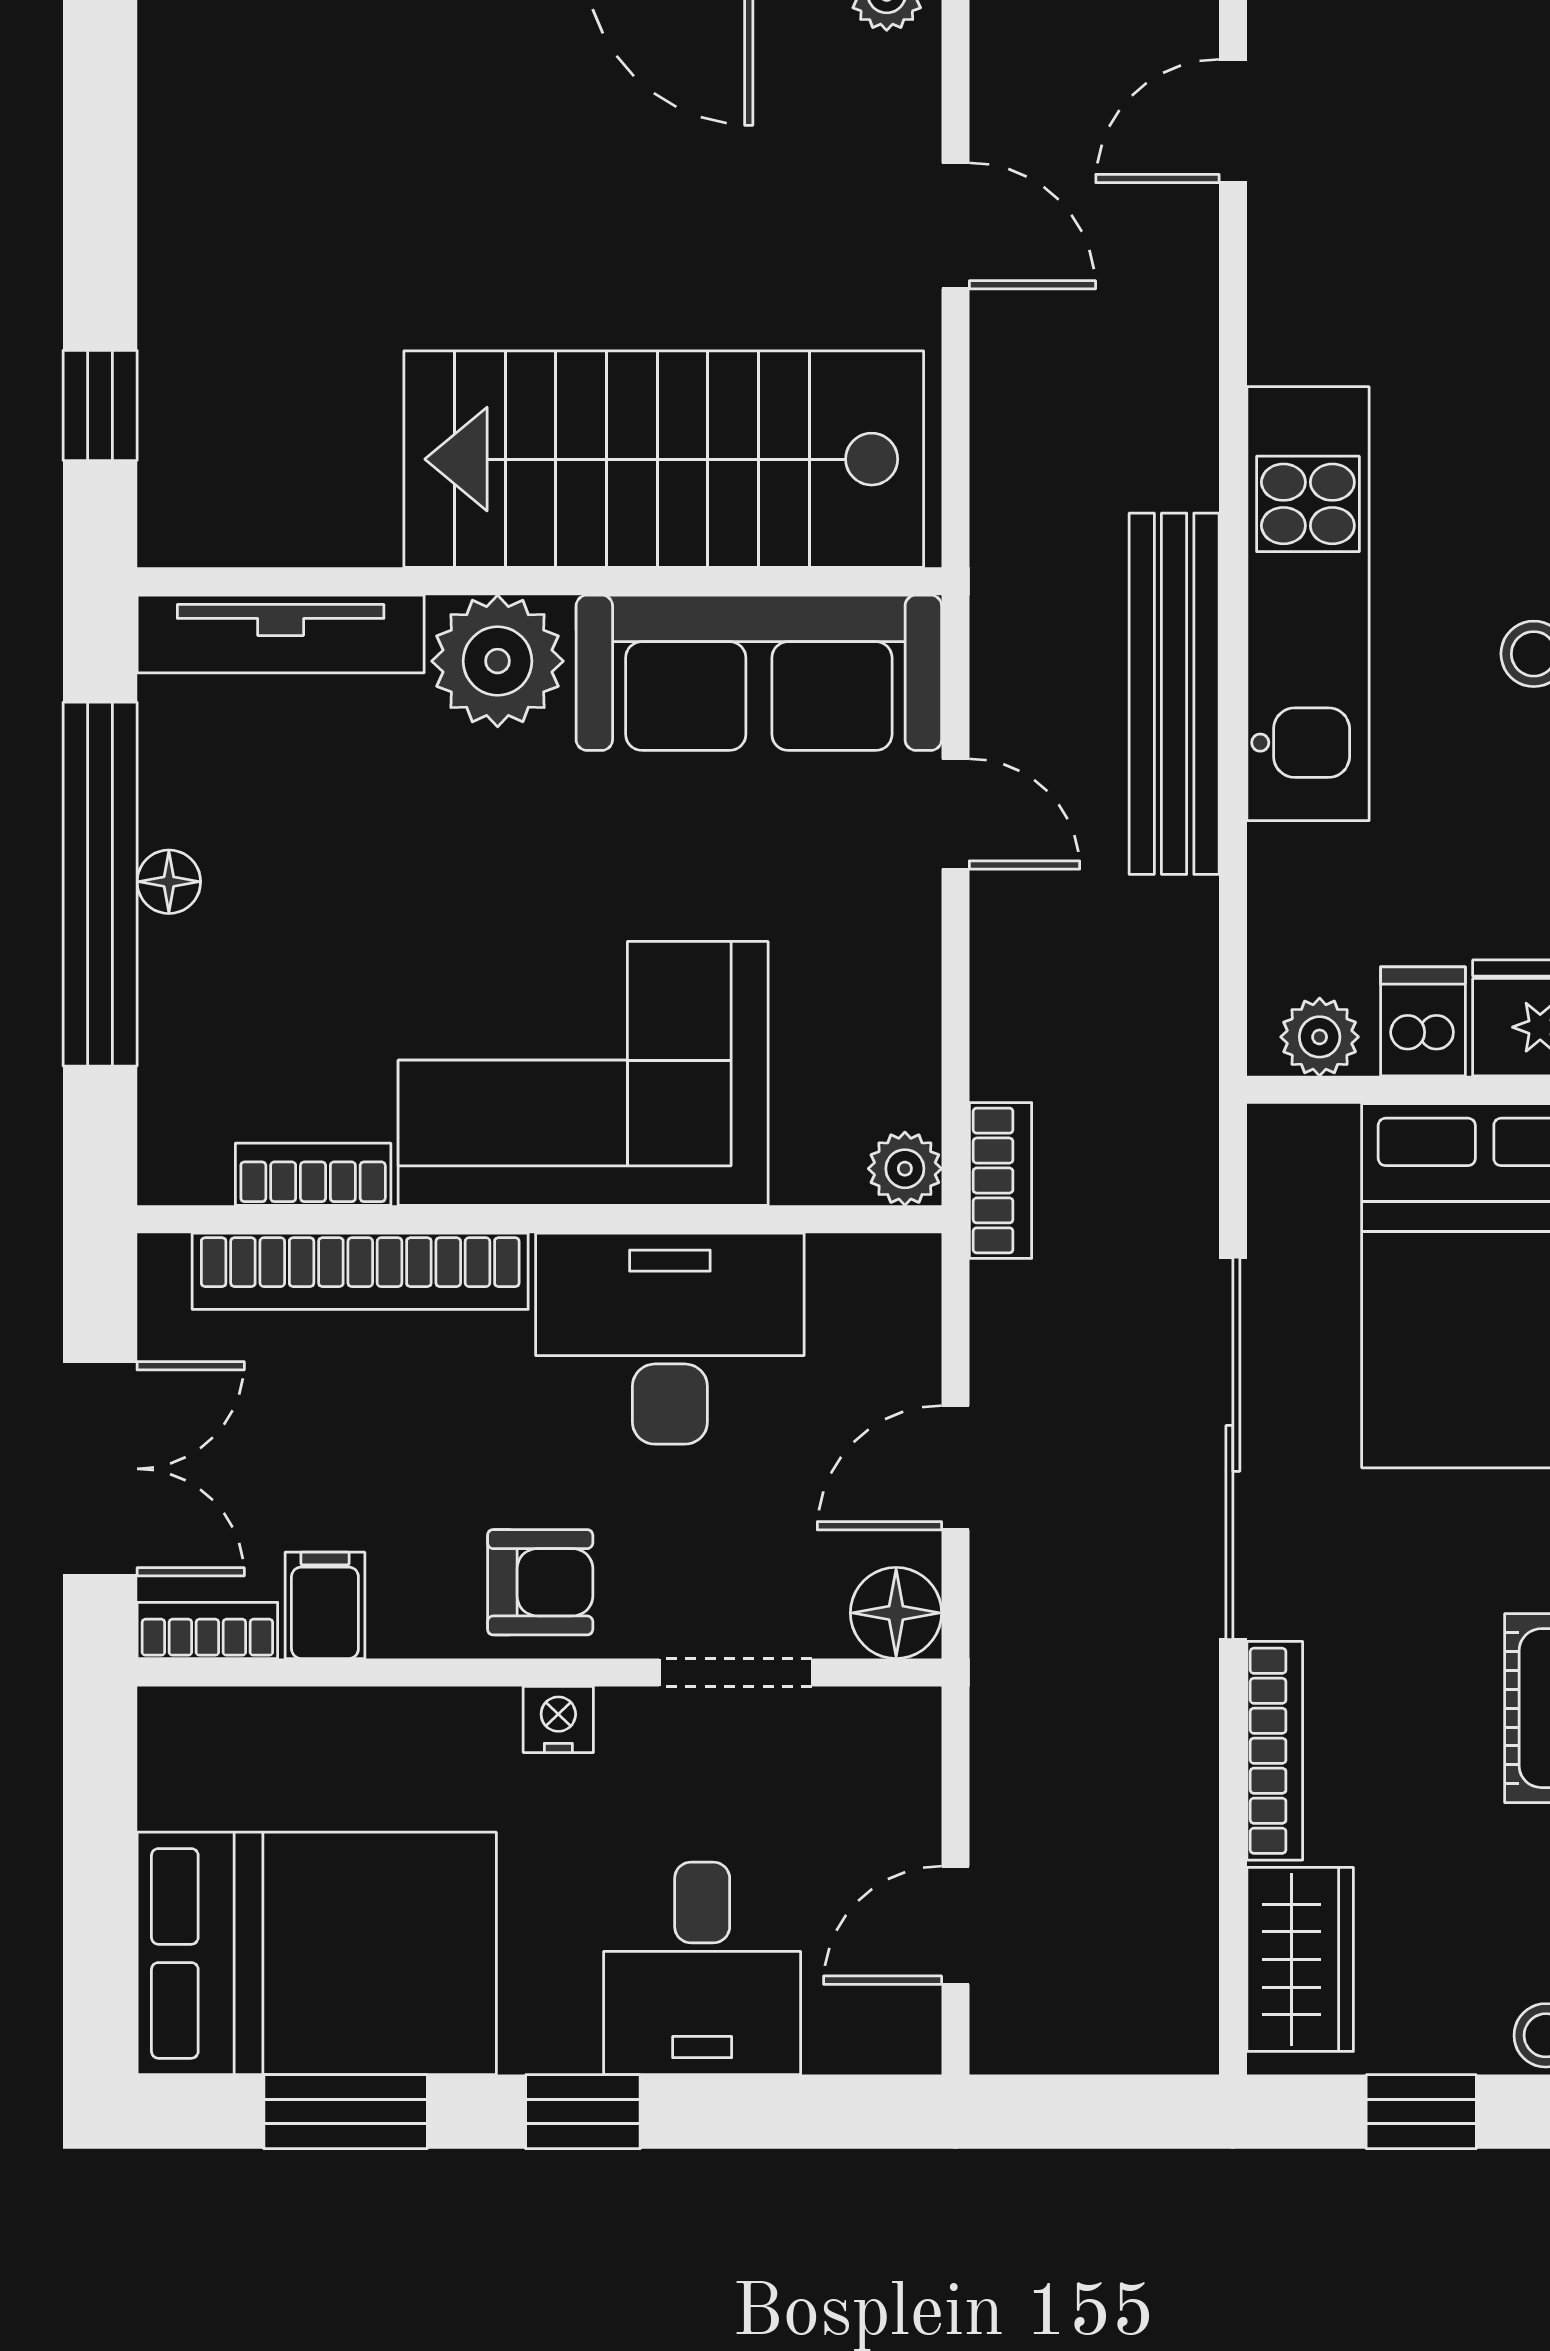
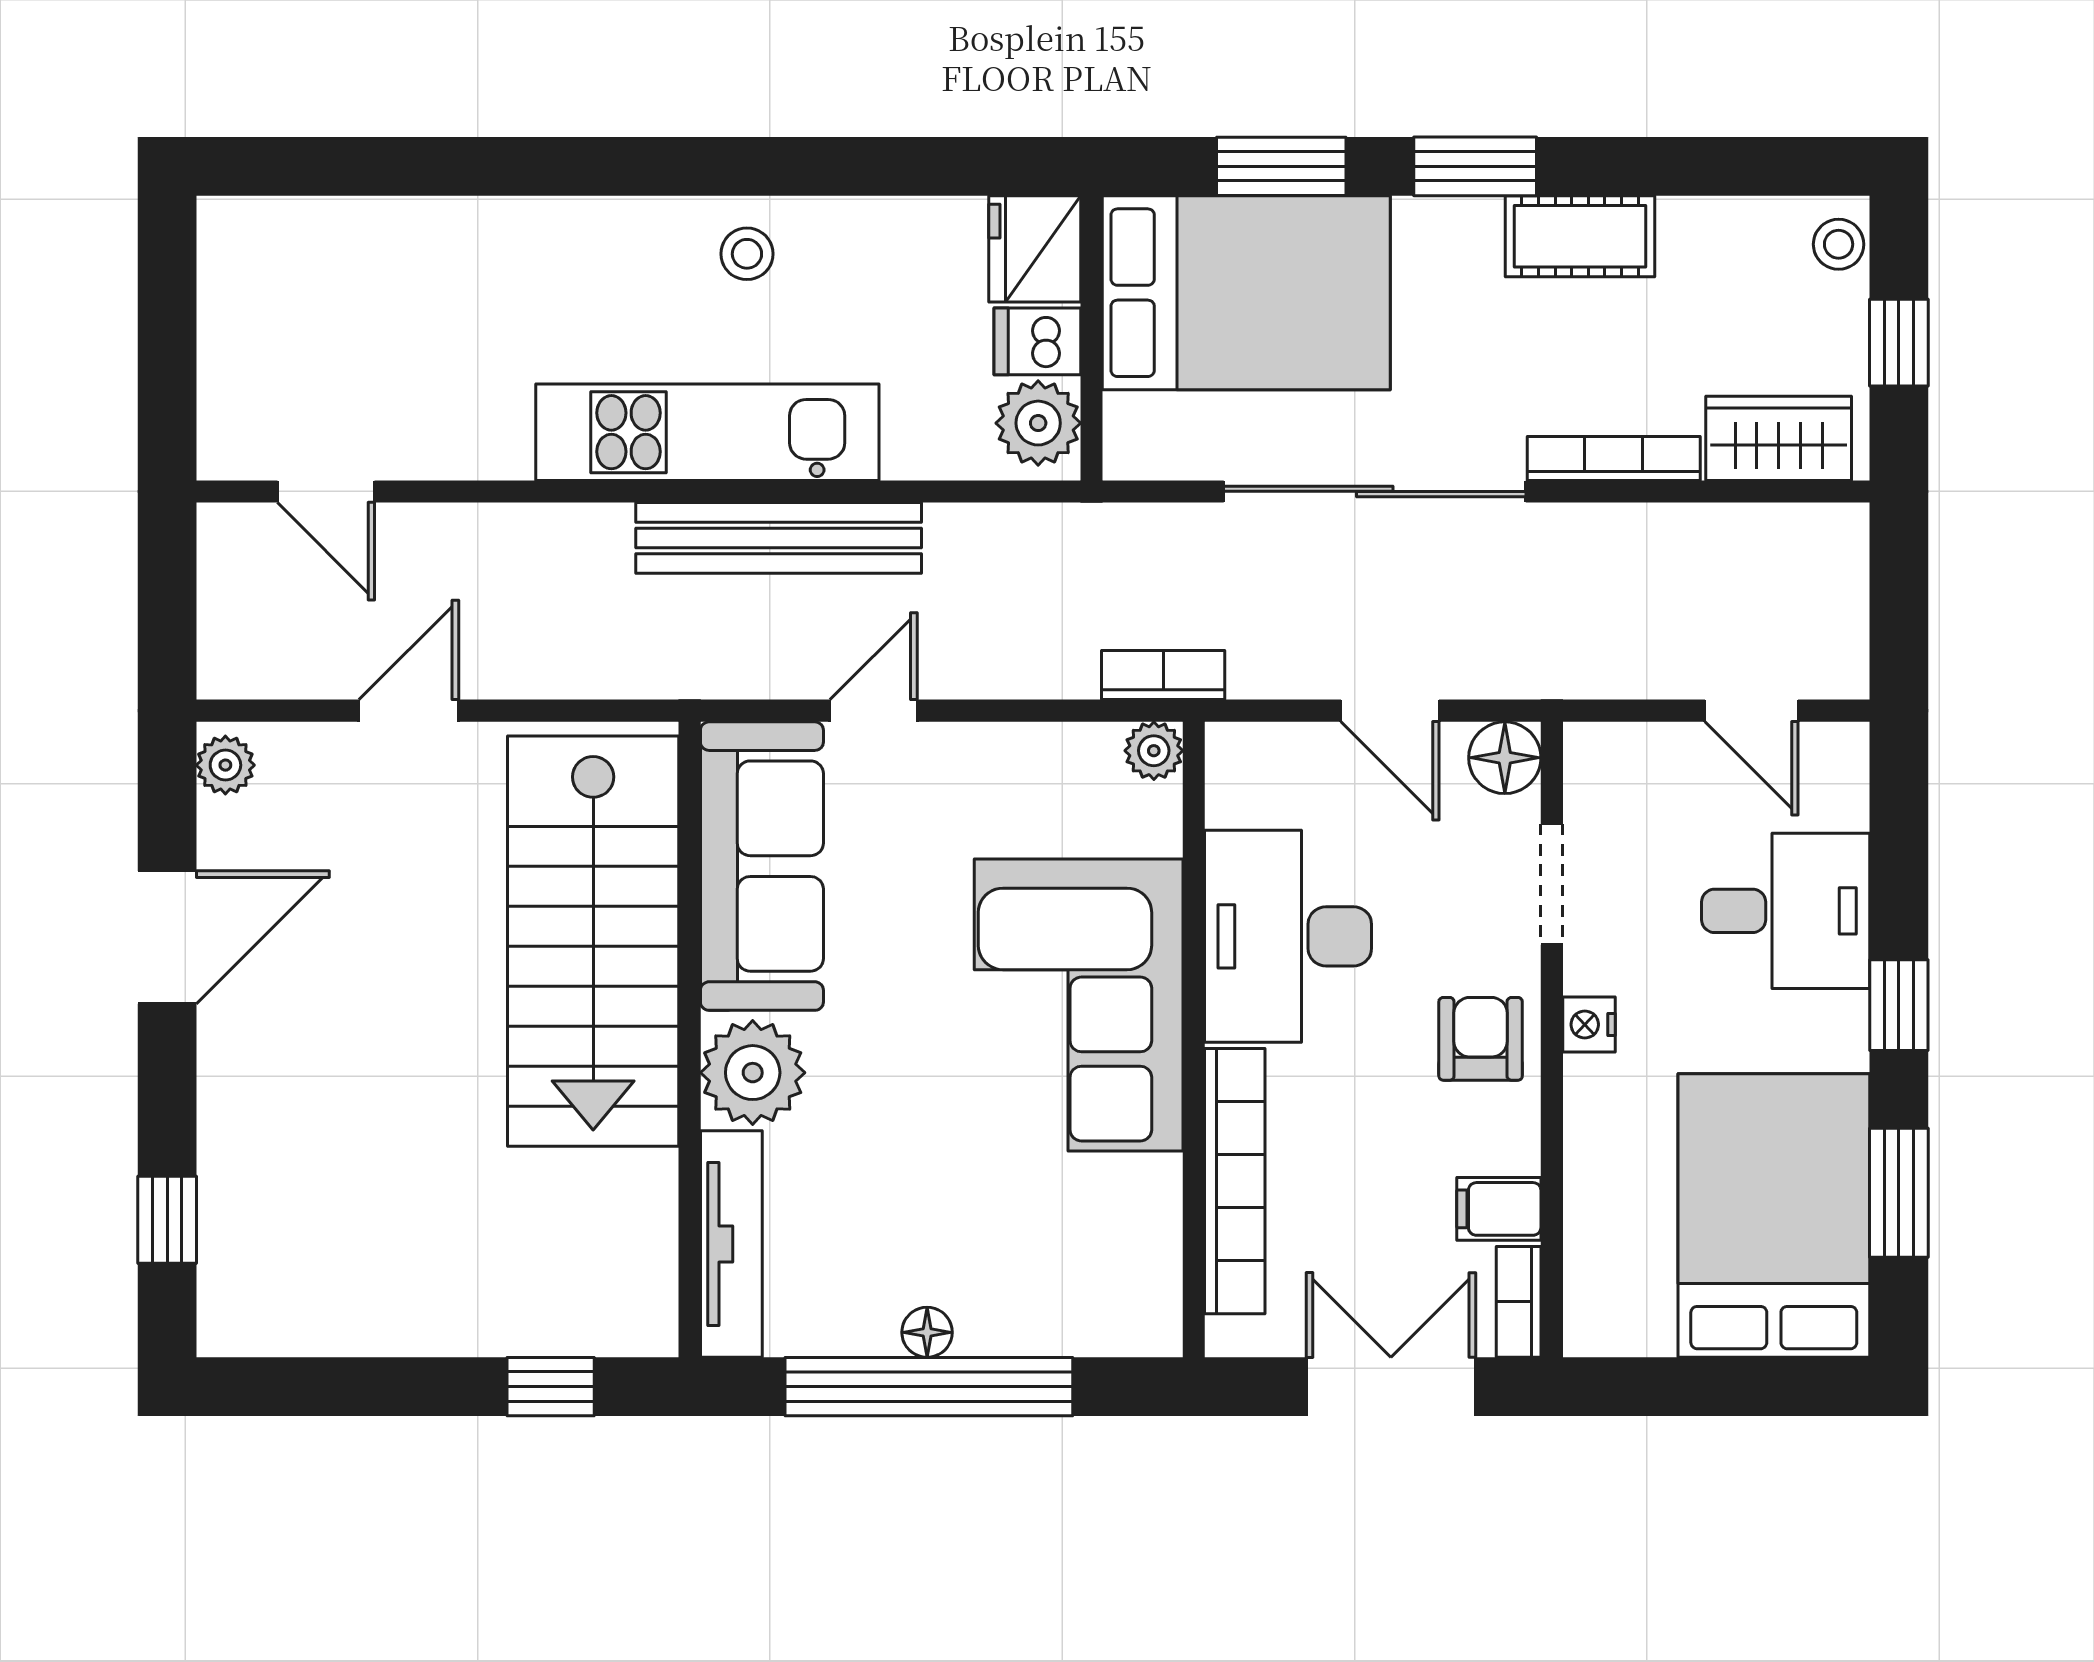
plant: (1320, 1037) -> (1038, 423), width x1.38, depth x1.38
bookcase: (313, 1174) -> (1158, 1218), removed

